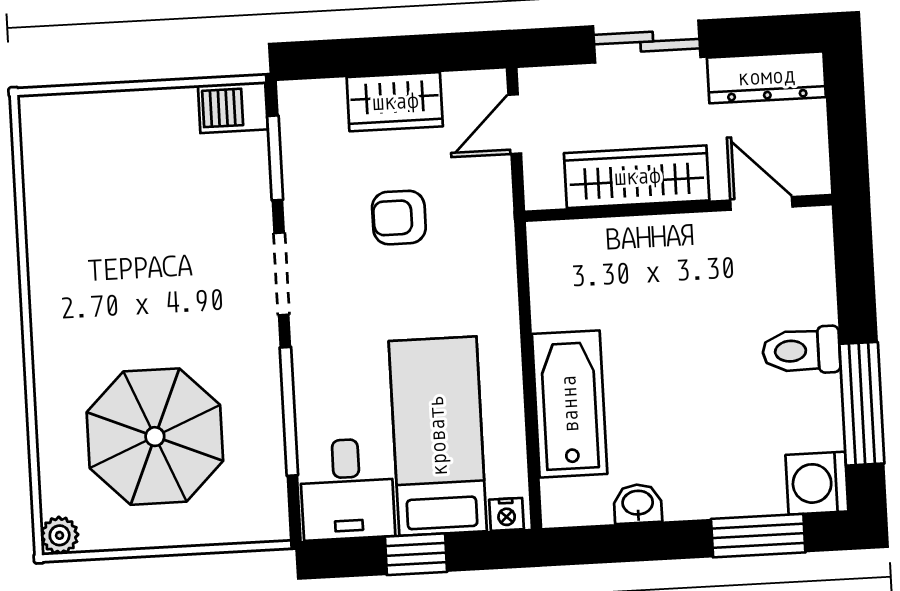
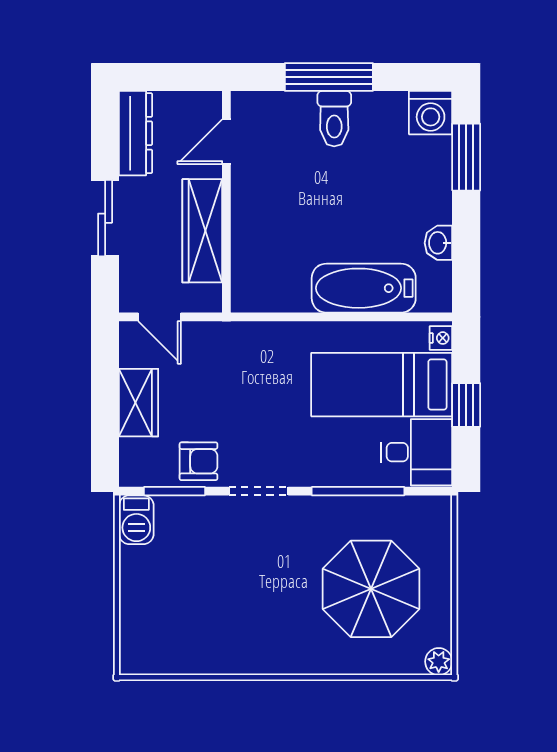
armchair: (399, 218) -> (199, 461), moved, turned -90
window: (862, 404) -> (329, 77), moved

